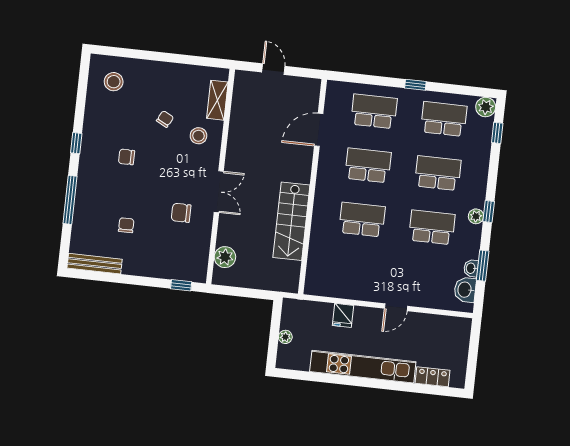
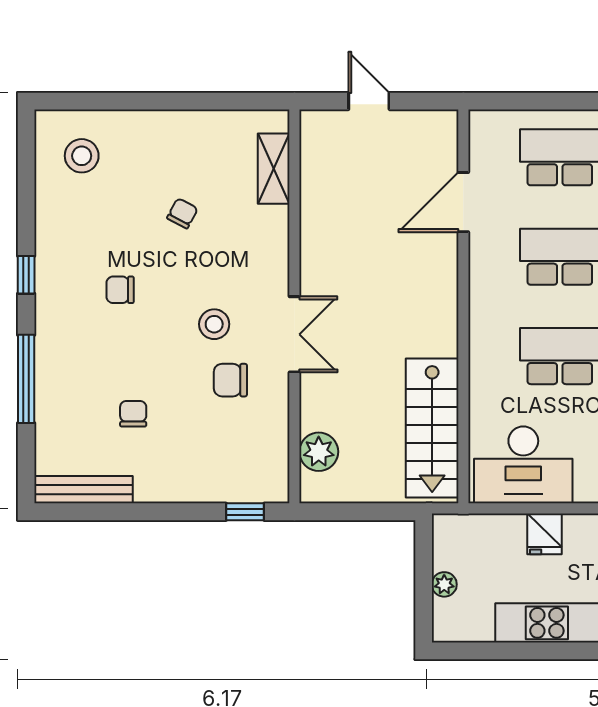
stool: (198, 136) -> (214, 324), moved
stairs: (291, 221) -> (432, 428), moved
desk: (336, 277) -> (523, 465), added

